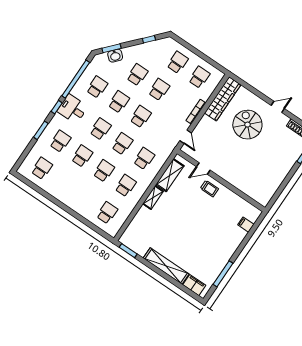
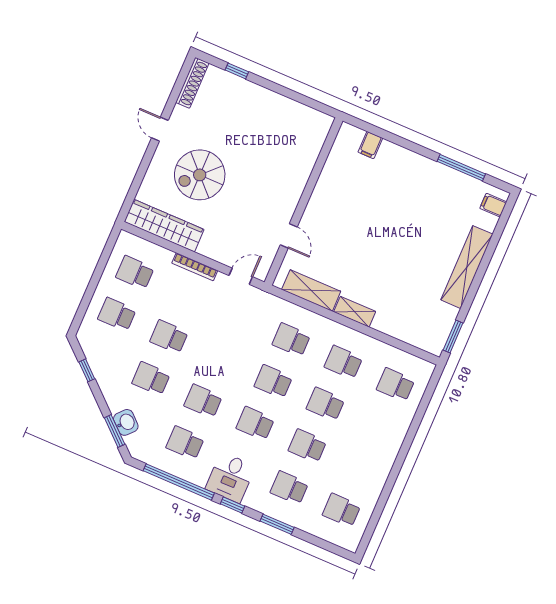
school desk: (141, 117) -> (221, 359), removed
trolley: (209, 189) -> (321, 219), removed
filing cabinet: (194, 285) -> (493, 205), width x0.50

